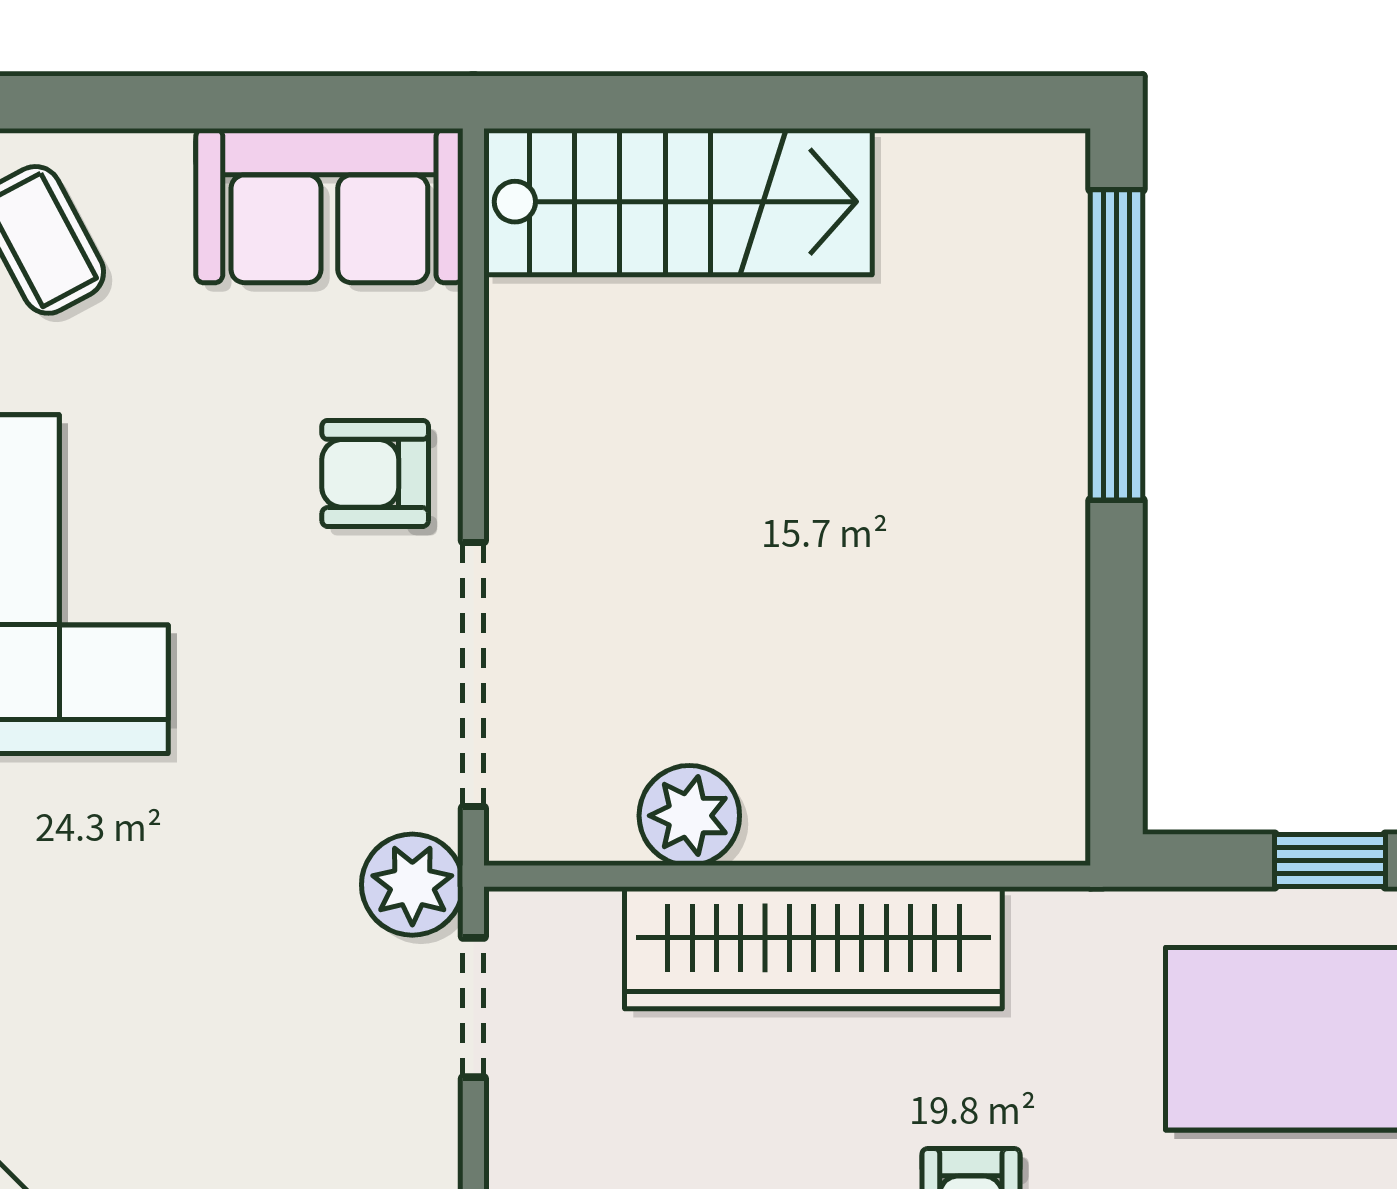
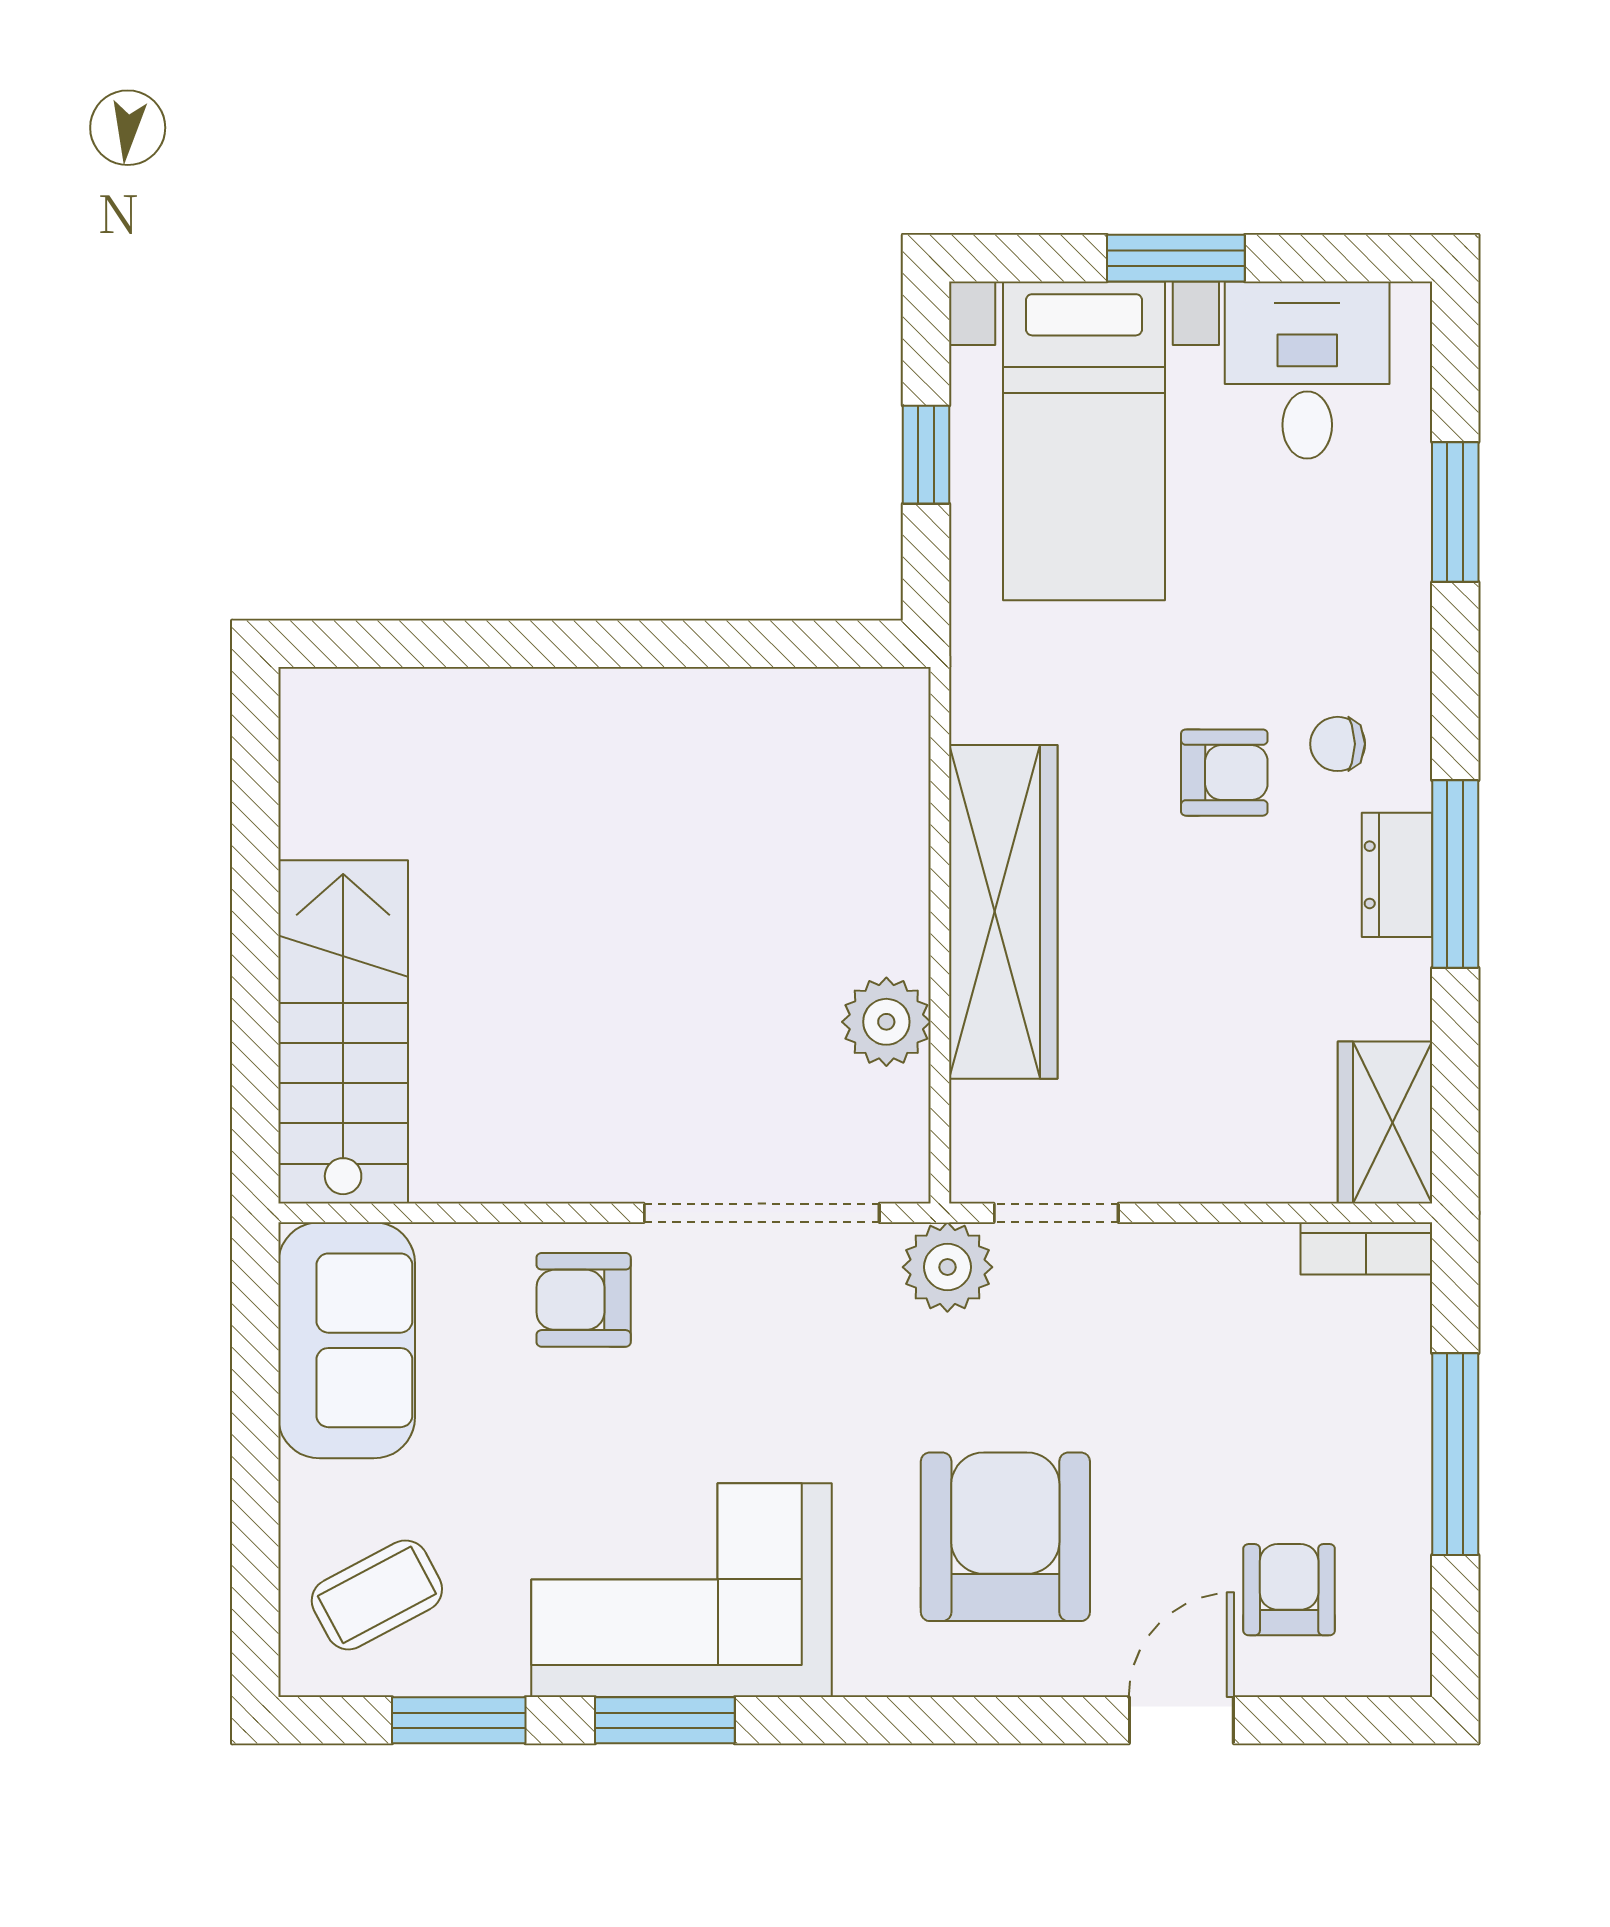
window: (1116, 345) -> (470, 644), removed
armchair: (375, 473) -> (584, 1300), turned 90
armchair: (107, 950) -> (1005, 1537), added

